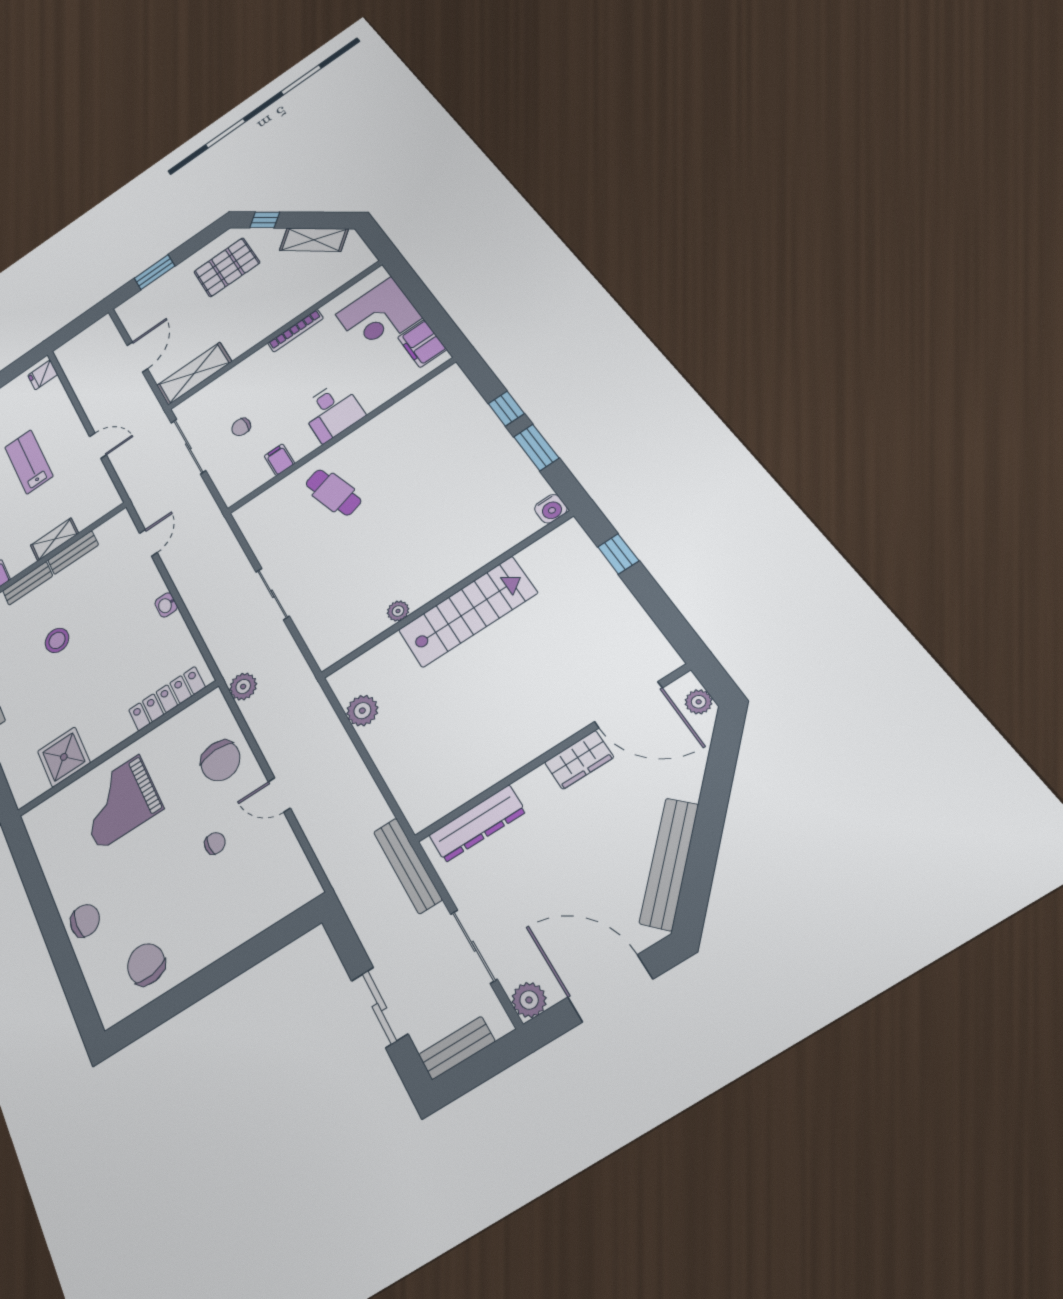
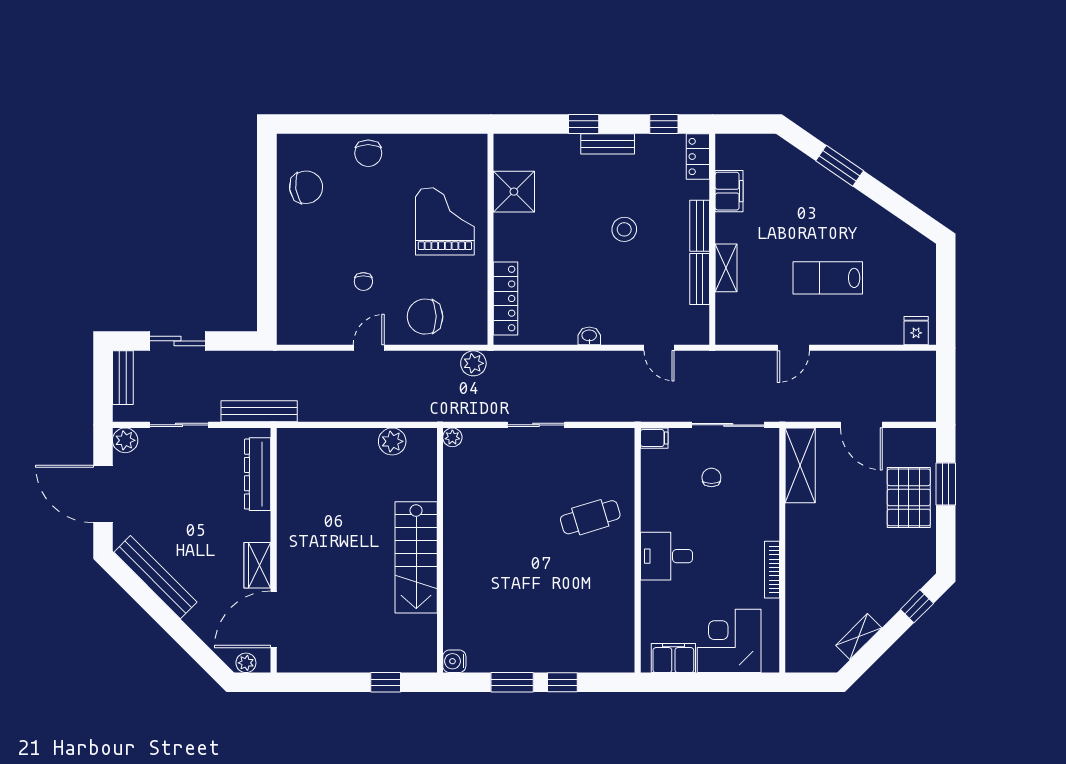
shelving: (314, 240) -> (859, 637), width x0.67, depth x0.75
pallet: (227, 267) -> (909, 497), moved
filing cabinet: (279, 460) -> (654, 438), moved
lab bench: (29, 462) -> (828, 278), turned 180
plant: (398, 611) -> (452, 437), moved
door: (610, 988) -> (103, 494), swing flipped

